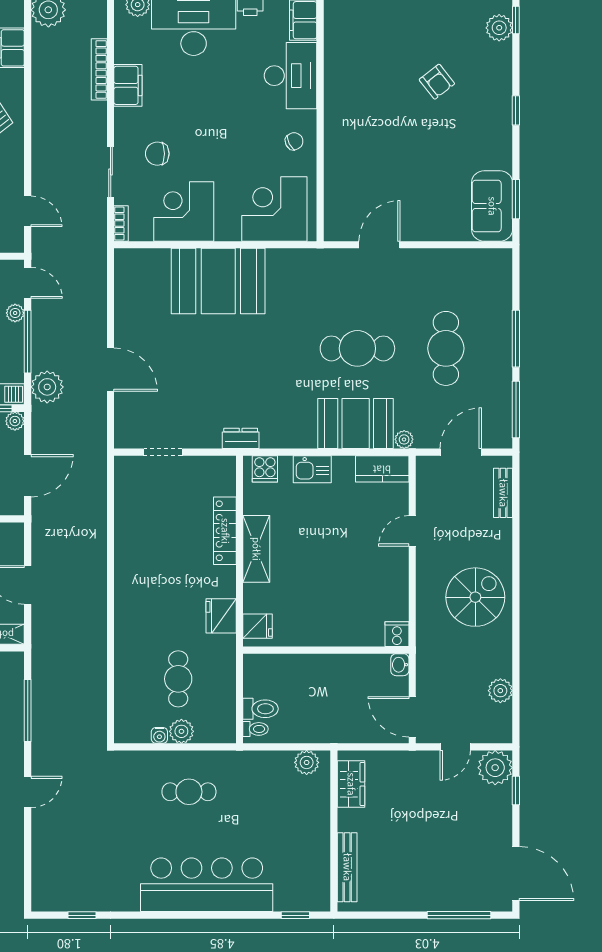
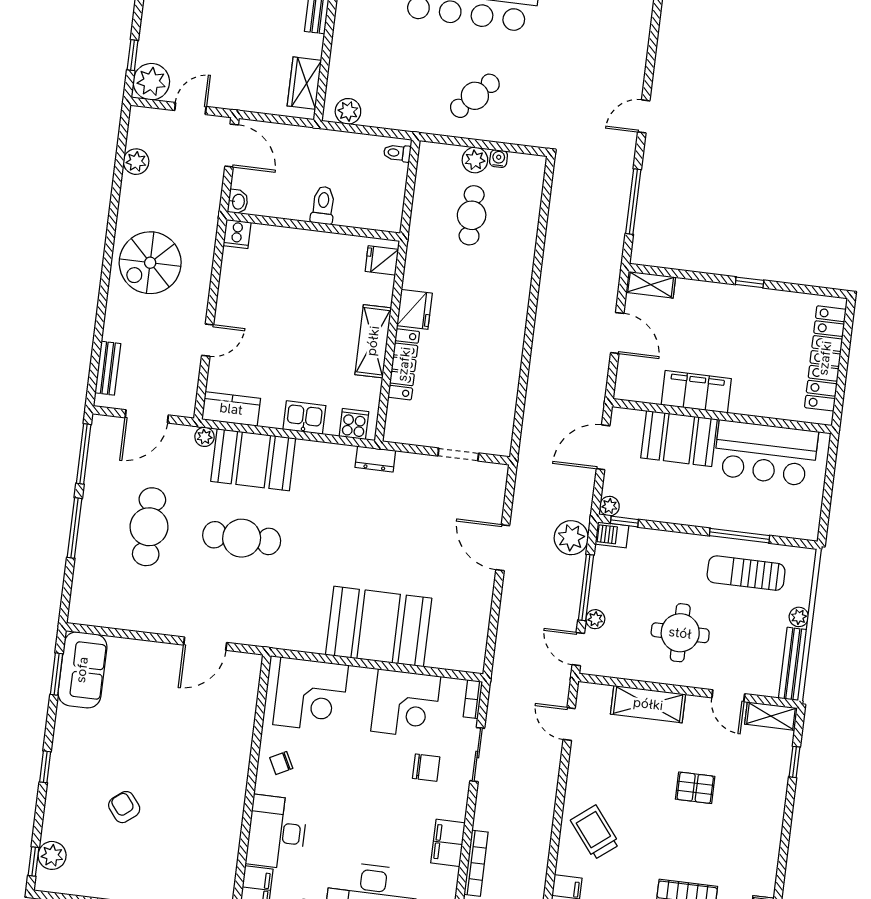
fridge: (221, 616) -> (414, 309), moved
toilet: (261, 709) -> (323, 205), moved, turned 90
cafe table: (189, 792) -> (475, 96), turned -46

